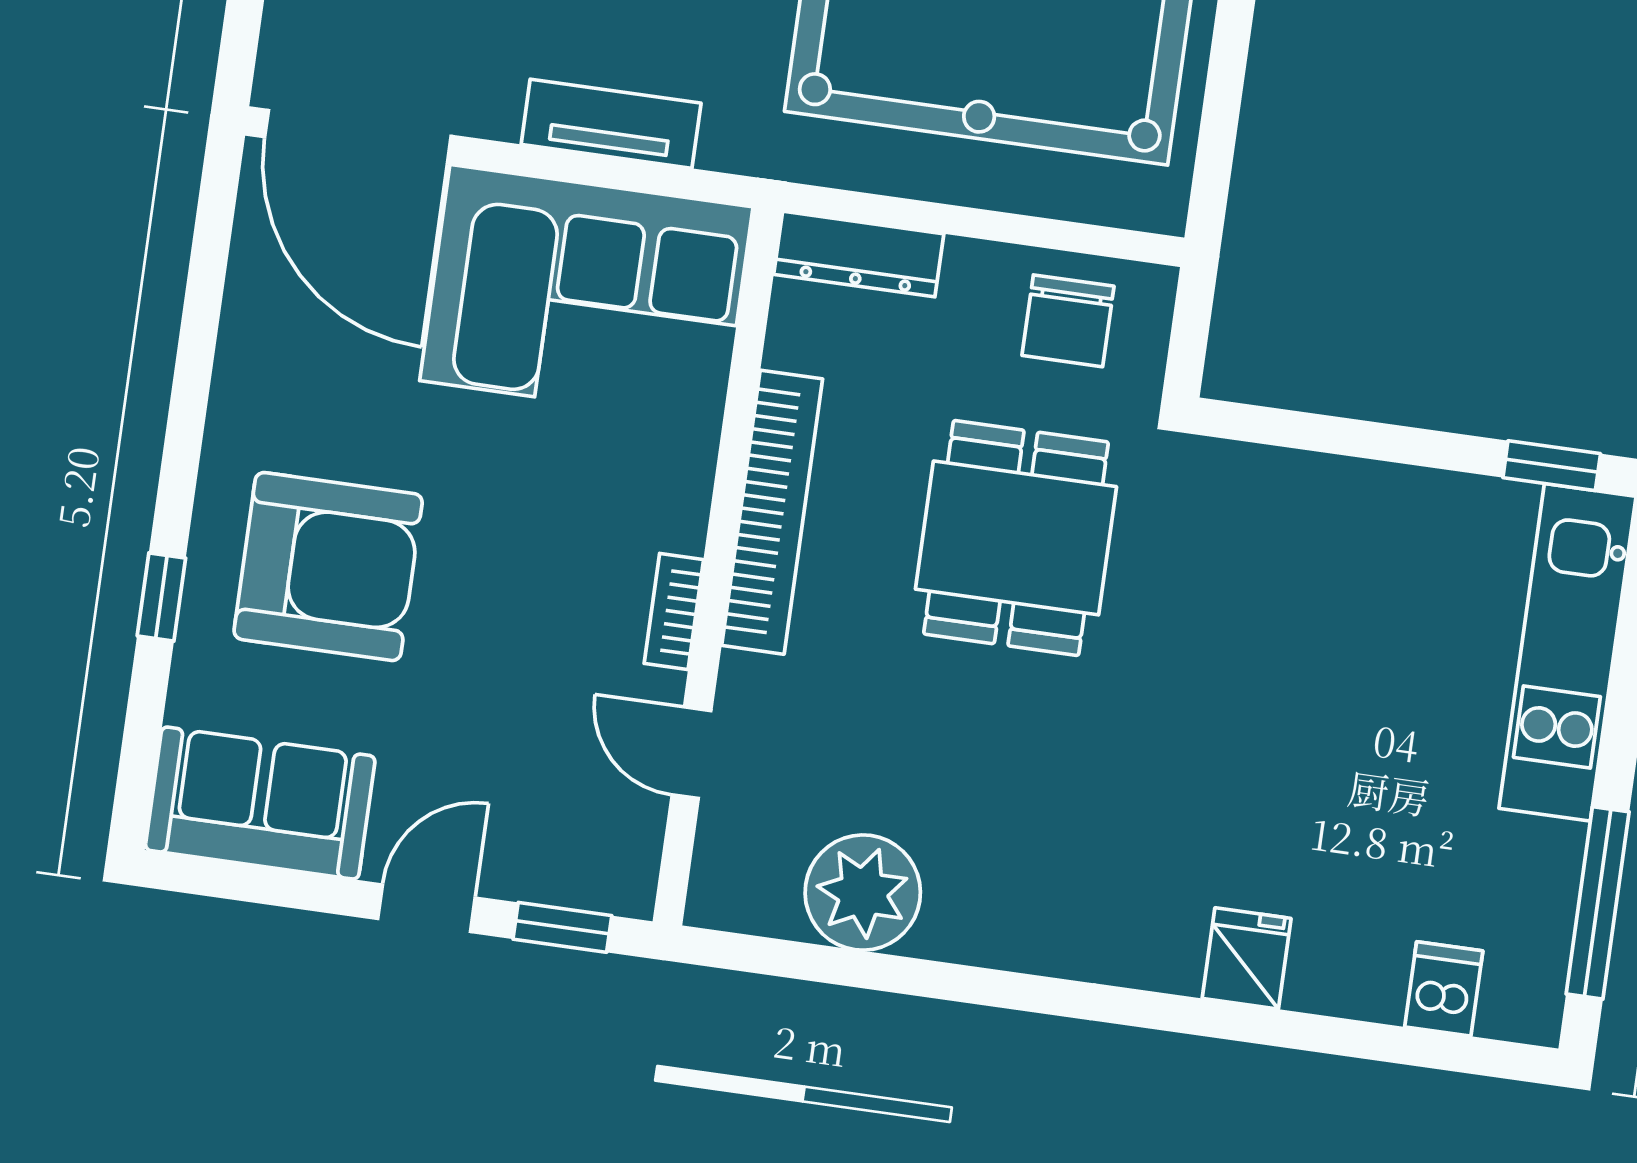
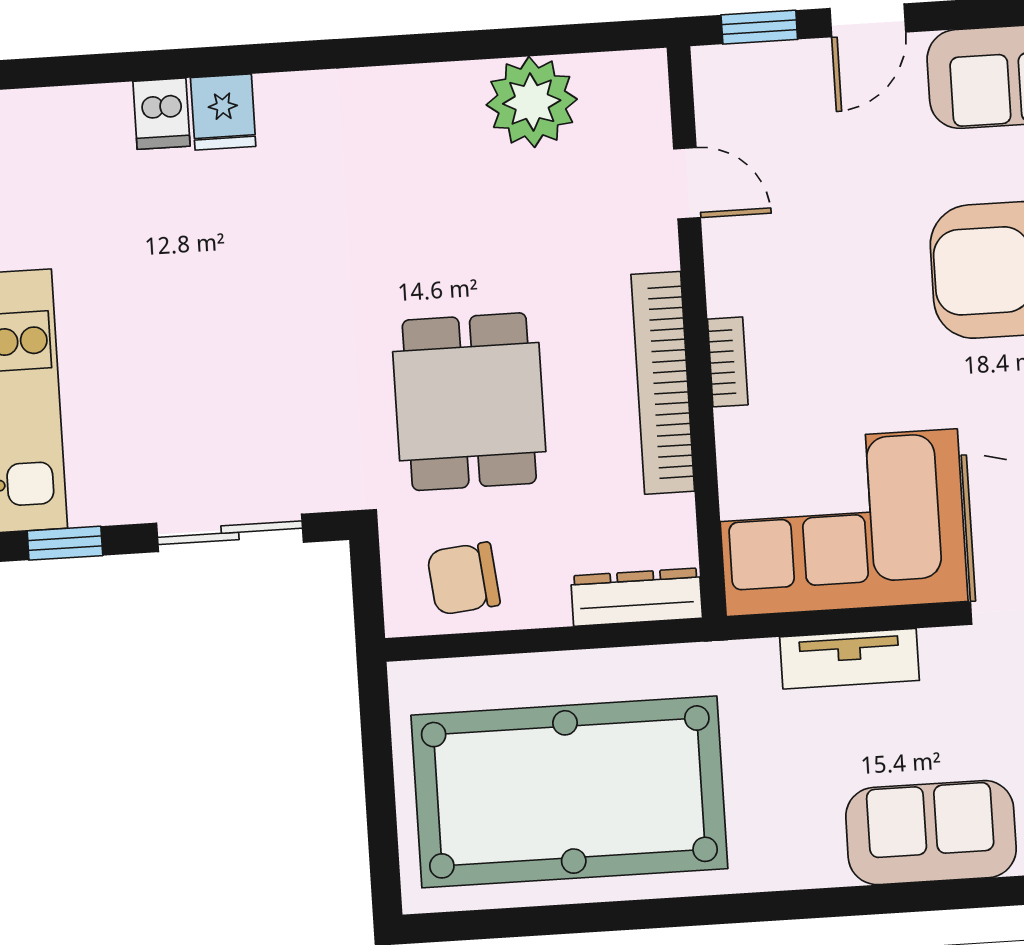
chair: (1068, 321) -> (463, 579), turned -96
sliding door: (1345, 437) -> (230, 533), added
bookcase: (674, 612) -> (728, 362), moved
dishwasher: (1444, 989) -> (162, 114), moved

